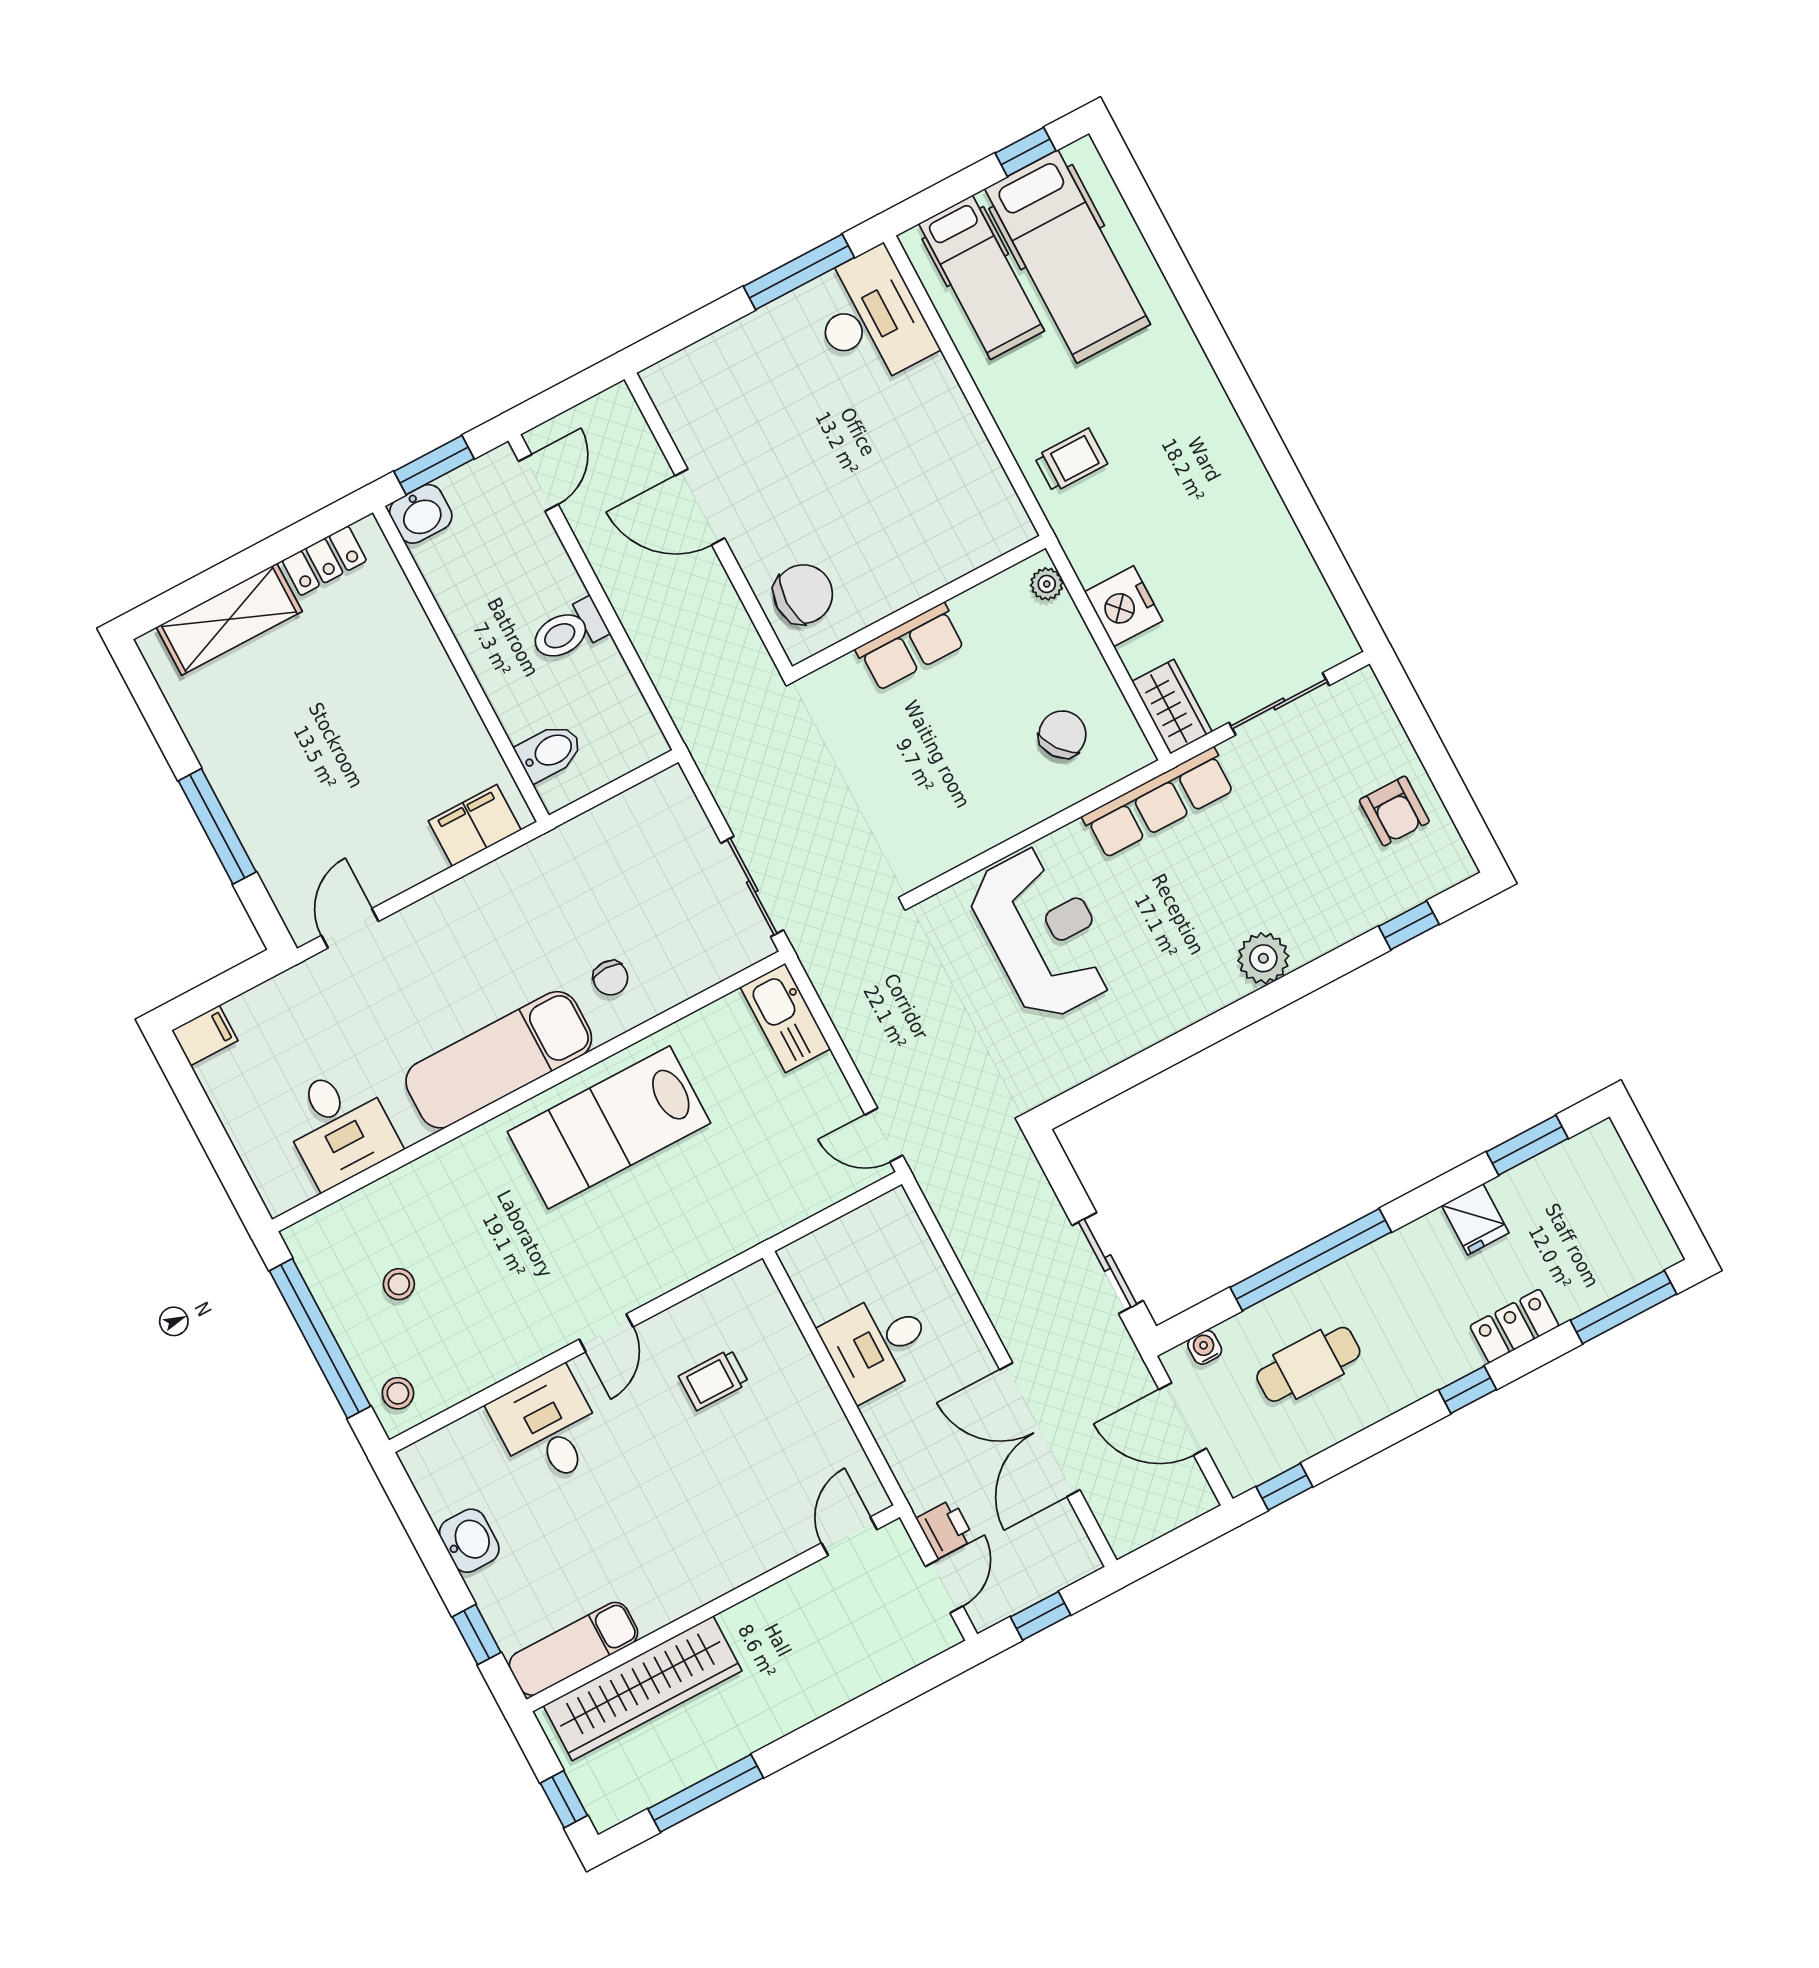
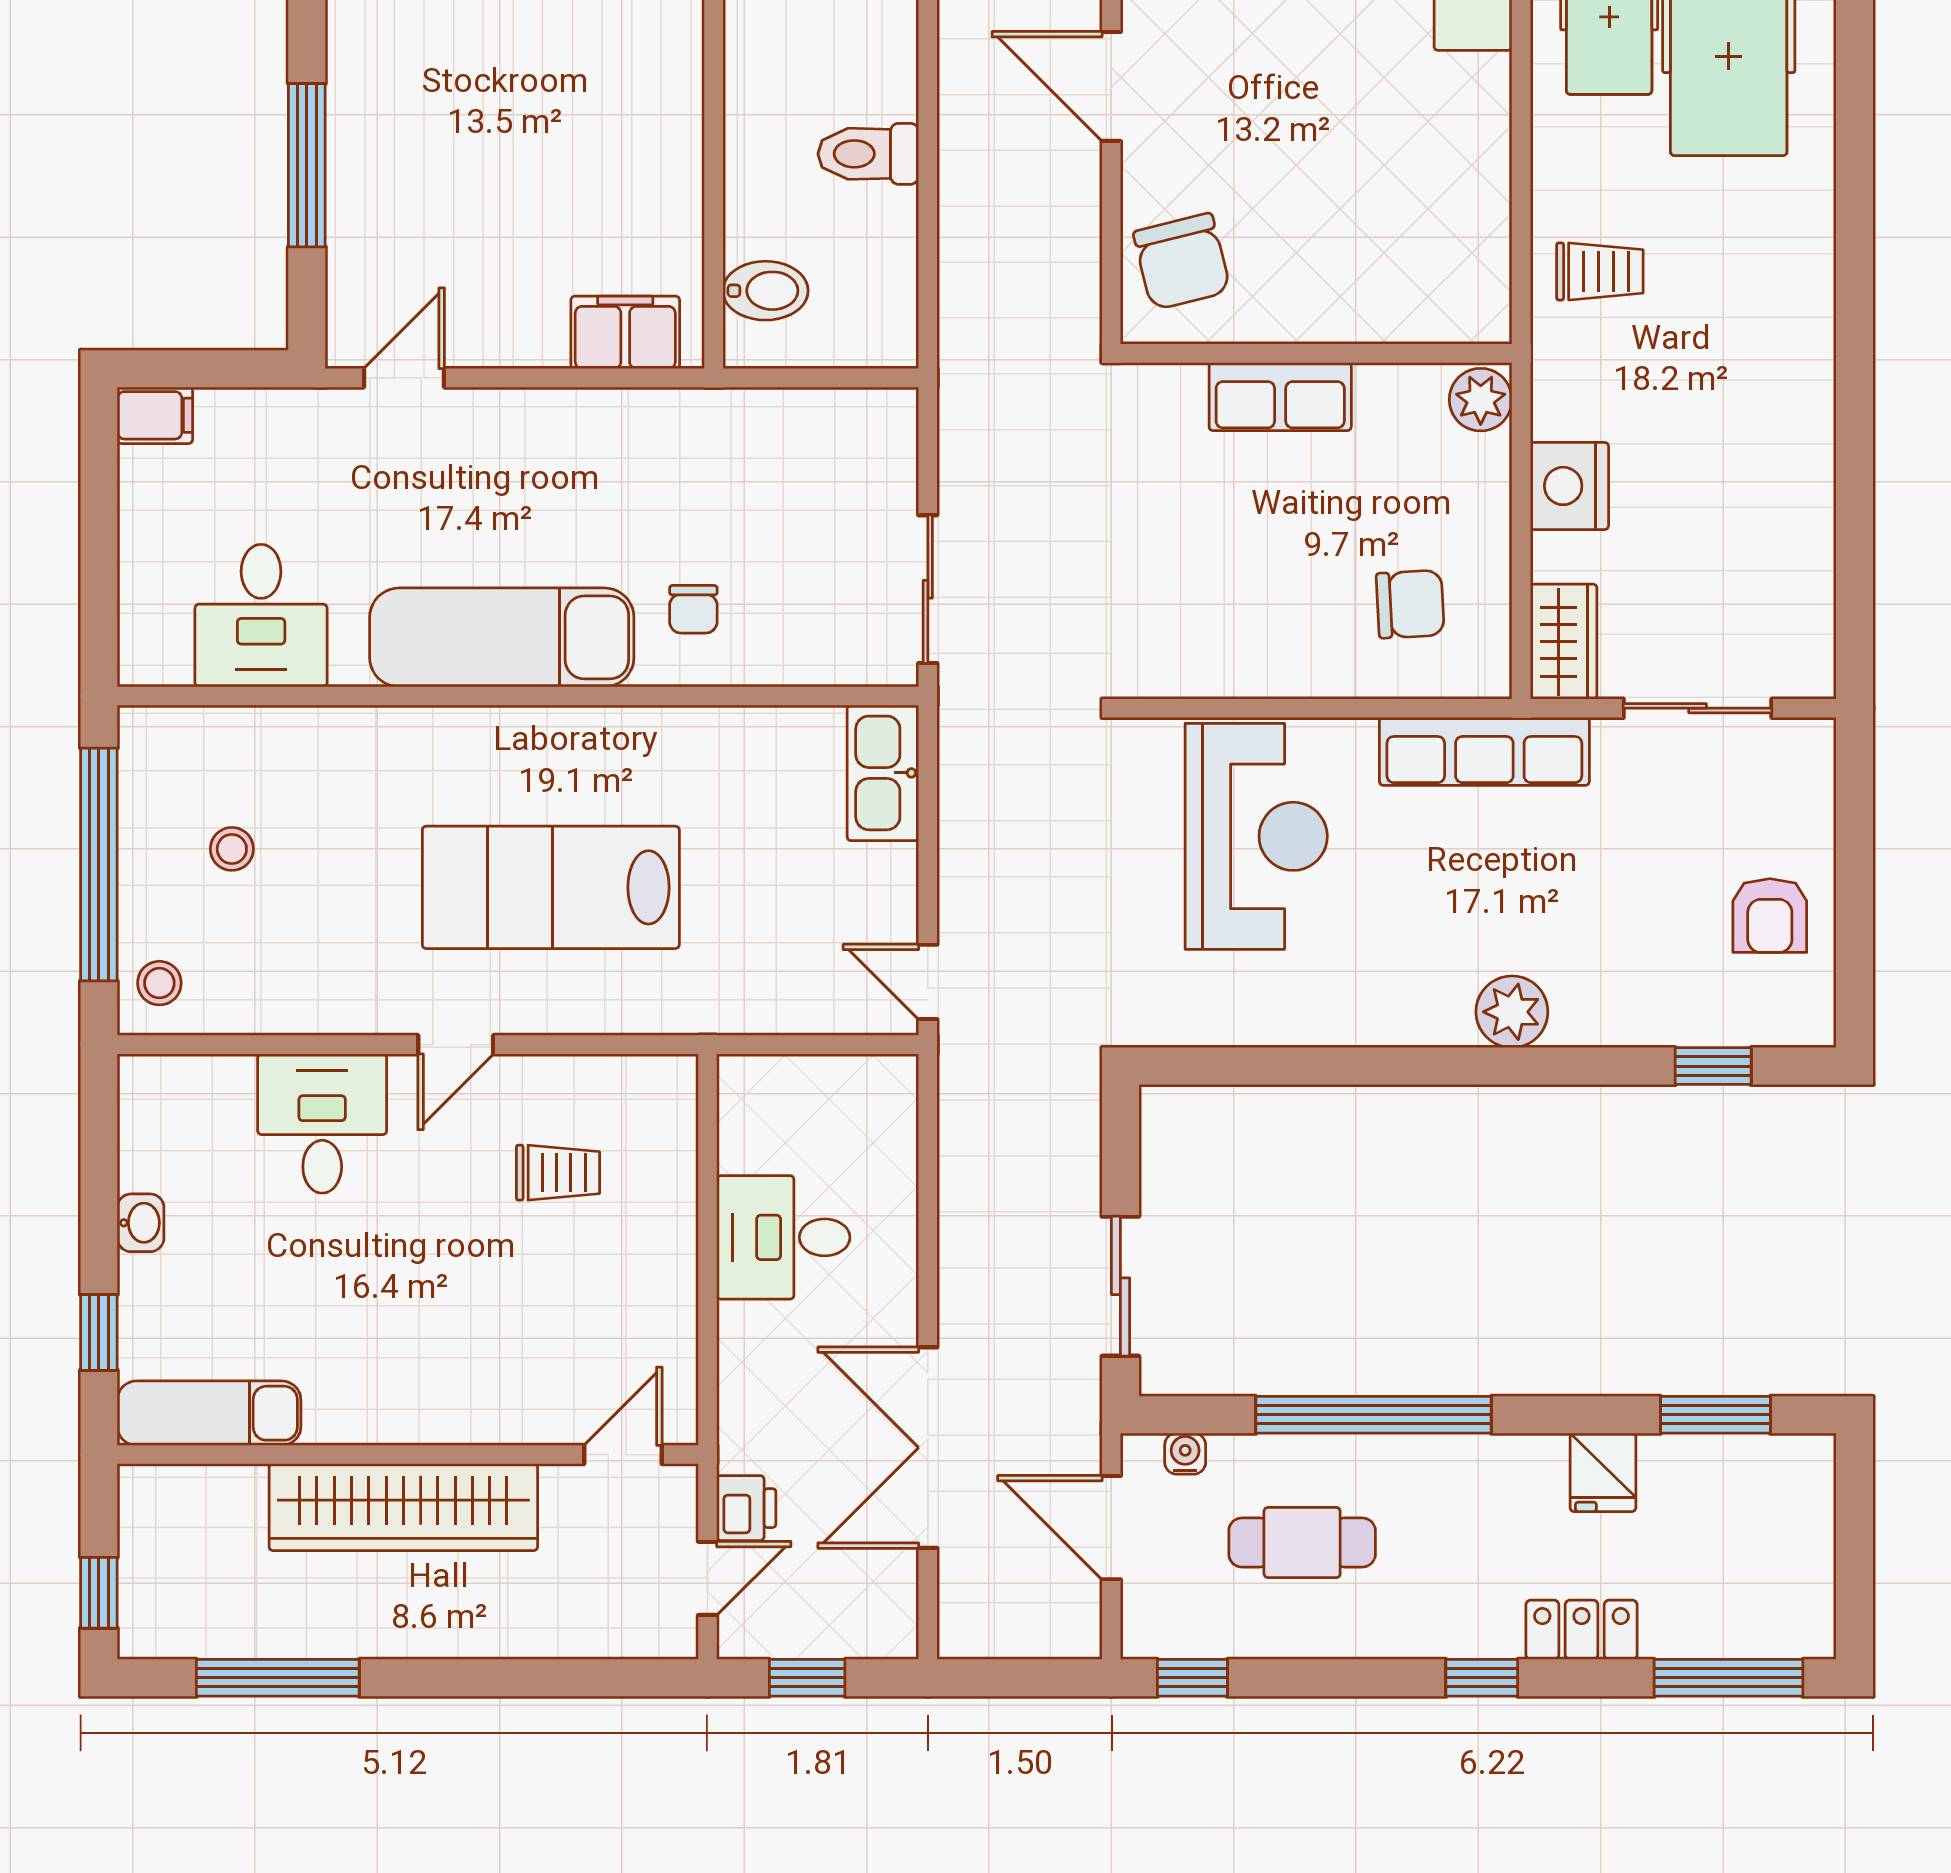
plant: (1047, 584) -> (1481, 400), width x1.38, depth x1.38
chair: (803, 594) -> (1182, 262), turned 76
chair: (1062, 734) -> (1410, 604), turned 34
lab bench: (609, 1127) -> (551, 887), moved
trolley: (714, 1380) -> (558, 1173), turned 180
washbasin: (469, 1541) -> (141, 1223), width x0.72, depth x0.69
wardrobe: (643, 1688) -> (403, 1507), moved

